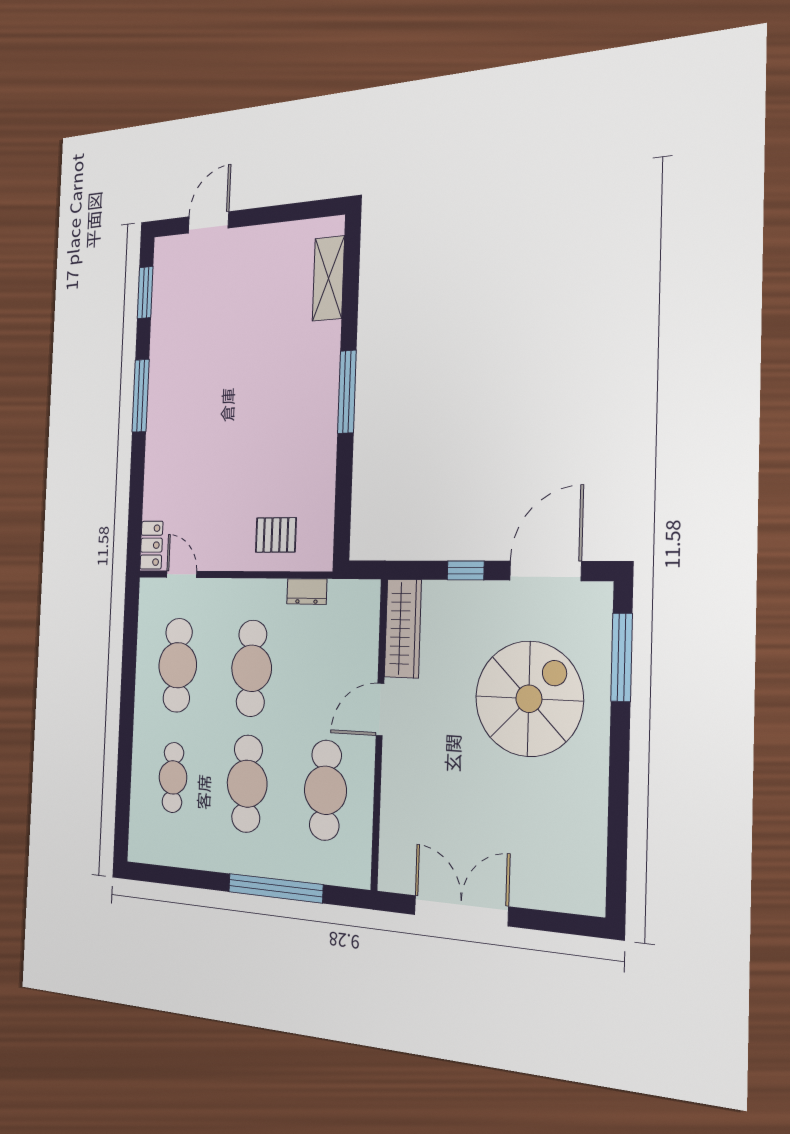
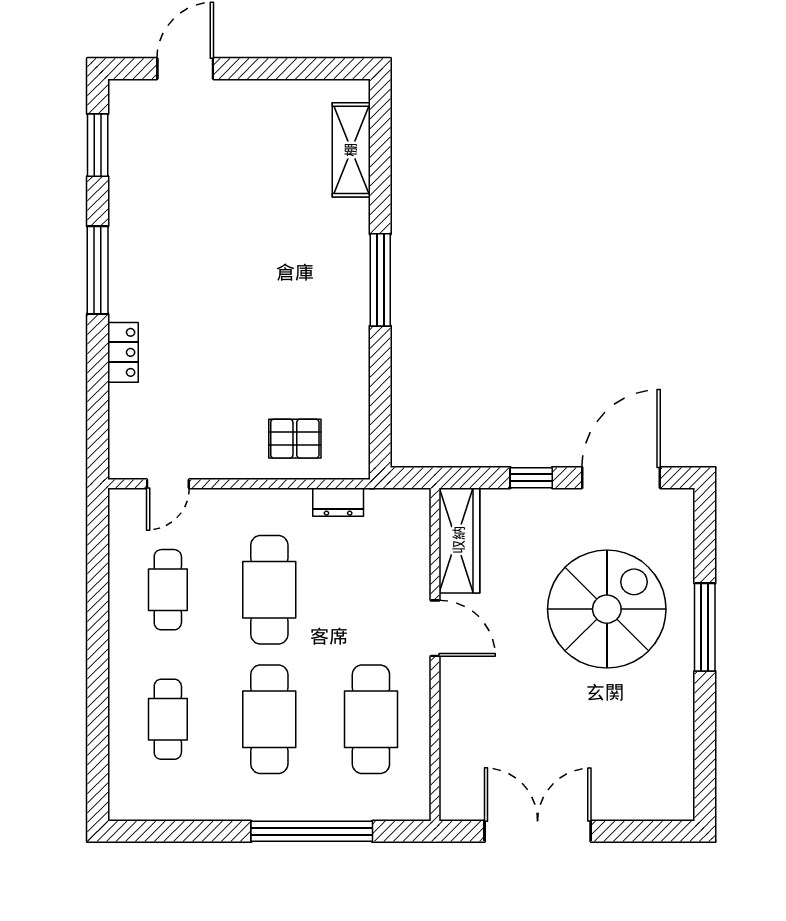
locker: (151, 545) -> (123, 352), moved
door: (182, 574) -> (168, 484), swing flipped
window: (622, 657) -> (705, 627), moved
cafe table: (178, 665) -> (168, 590), width x0.73, depth x0.74
door: (380, 709) -> (435, 628), swing flipped

